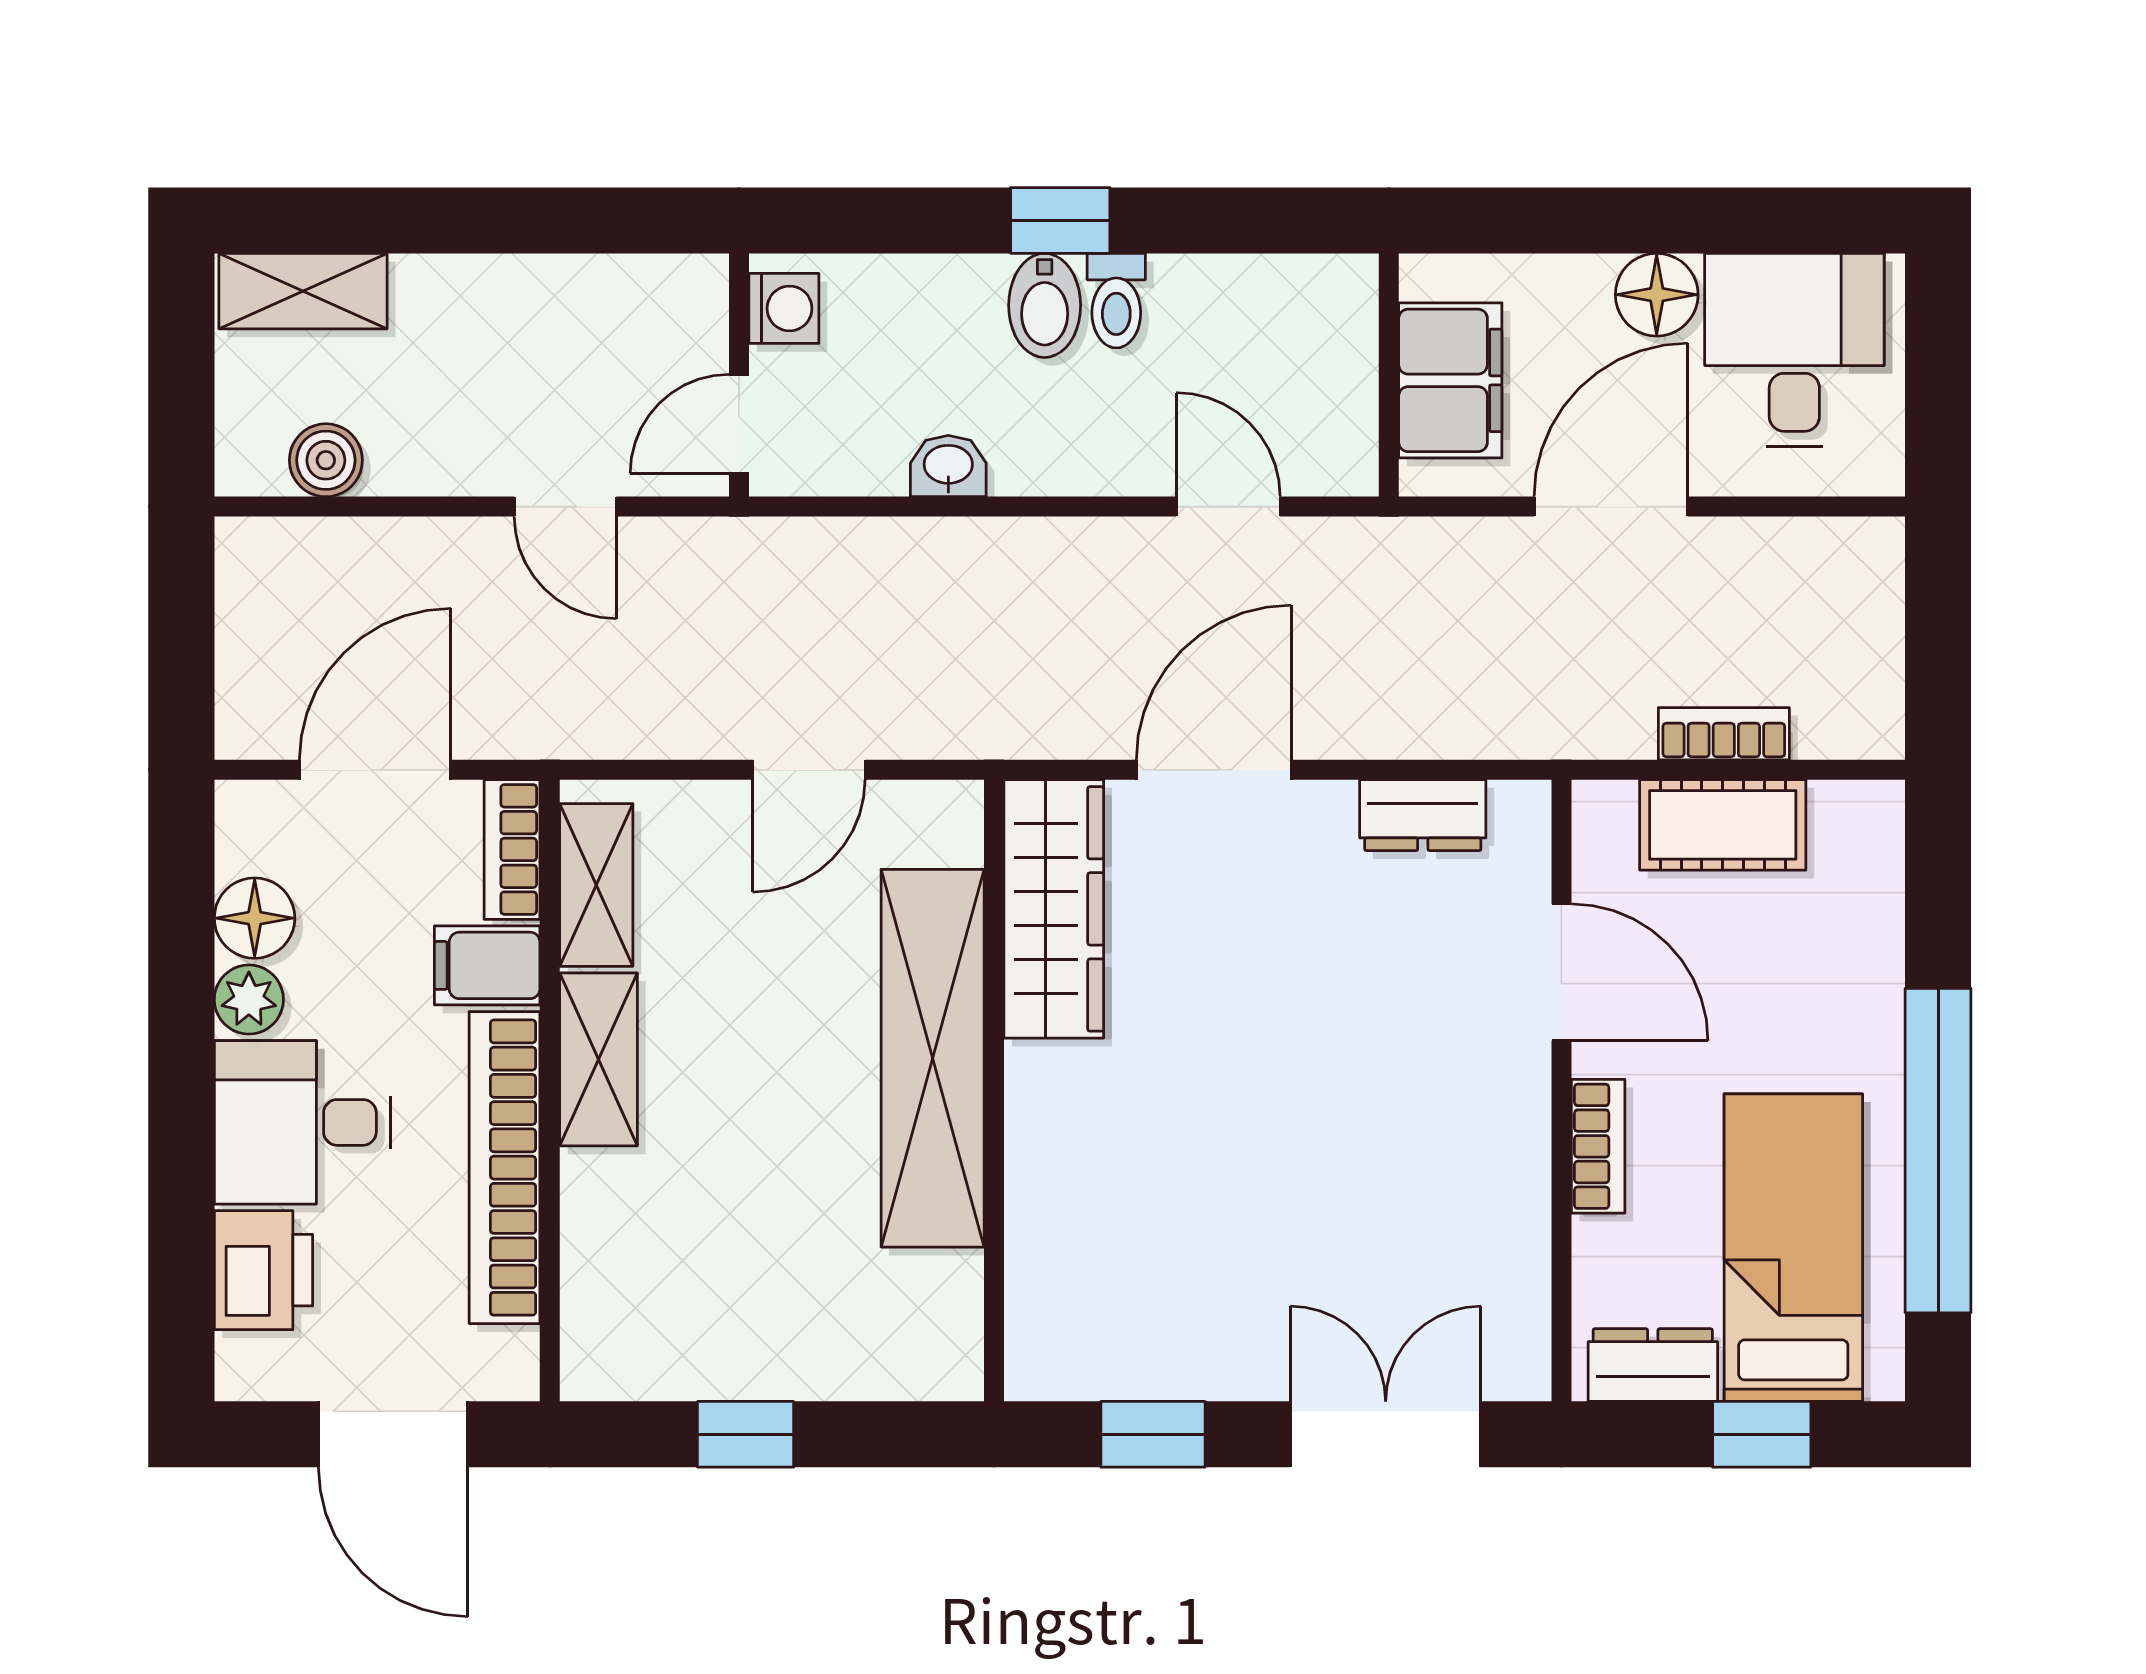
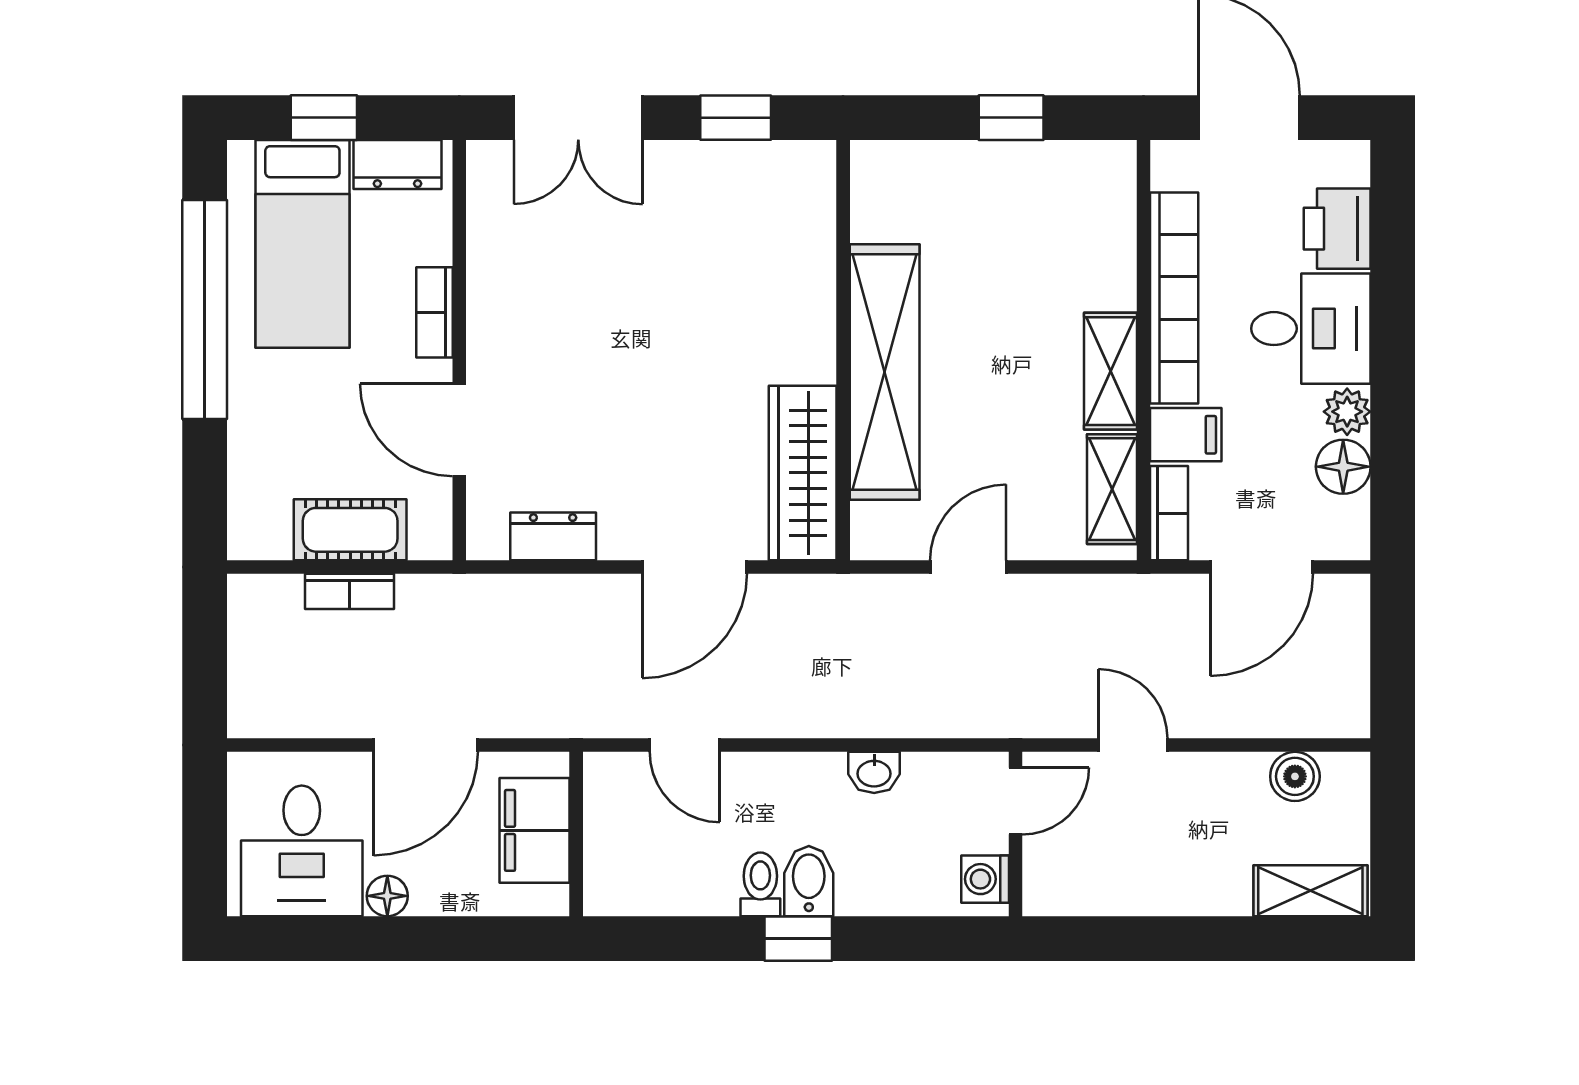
floor lamp: (1657, 295) -> (387, 896), width x0.73, depth x0.73

